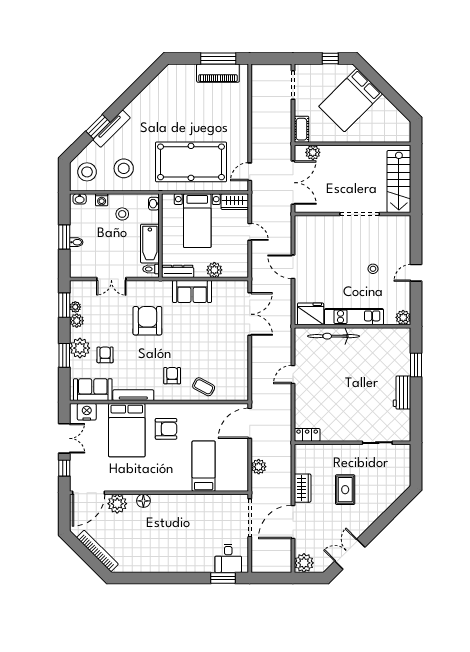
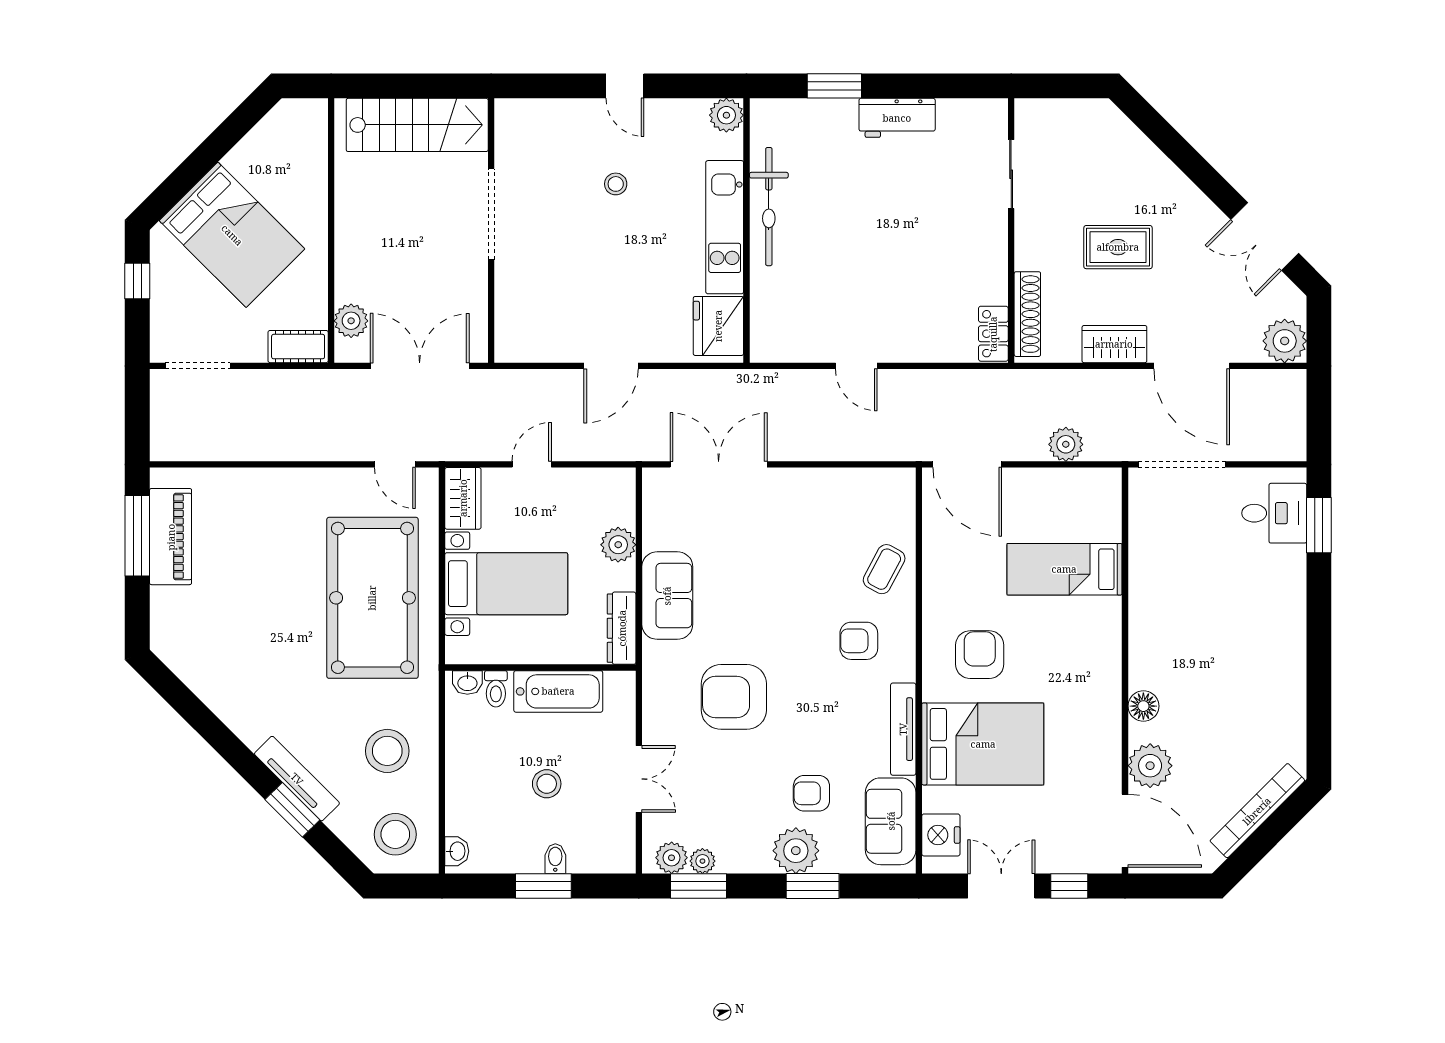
washing machine: (102, 200) -> (459, 801), removed
stool: (122, 214) -> (547, 784), moved
toilet: (151, 269) -> (496, 689), moved
plant: (77, 321) -> (672, 858), moved
bicycle: (333, 336) -> (769, 207), moved
shoe rack: (316, 450) -> (1027, 314), added

